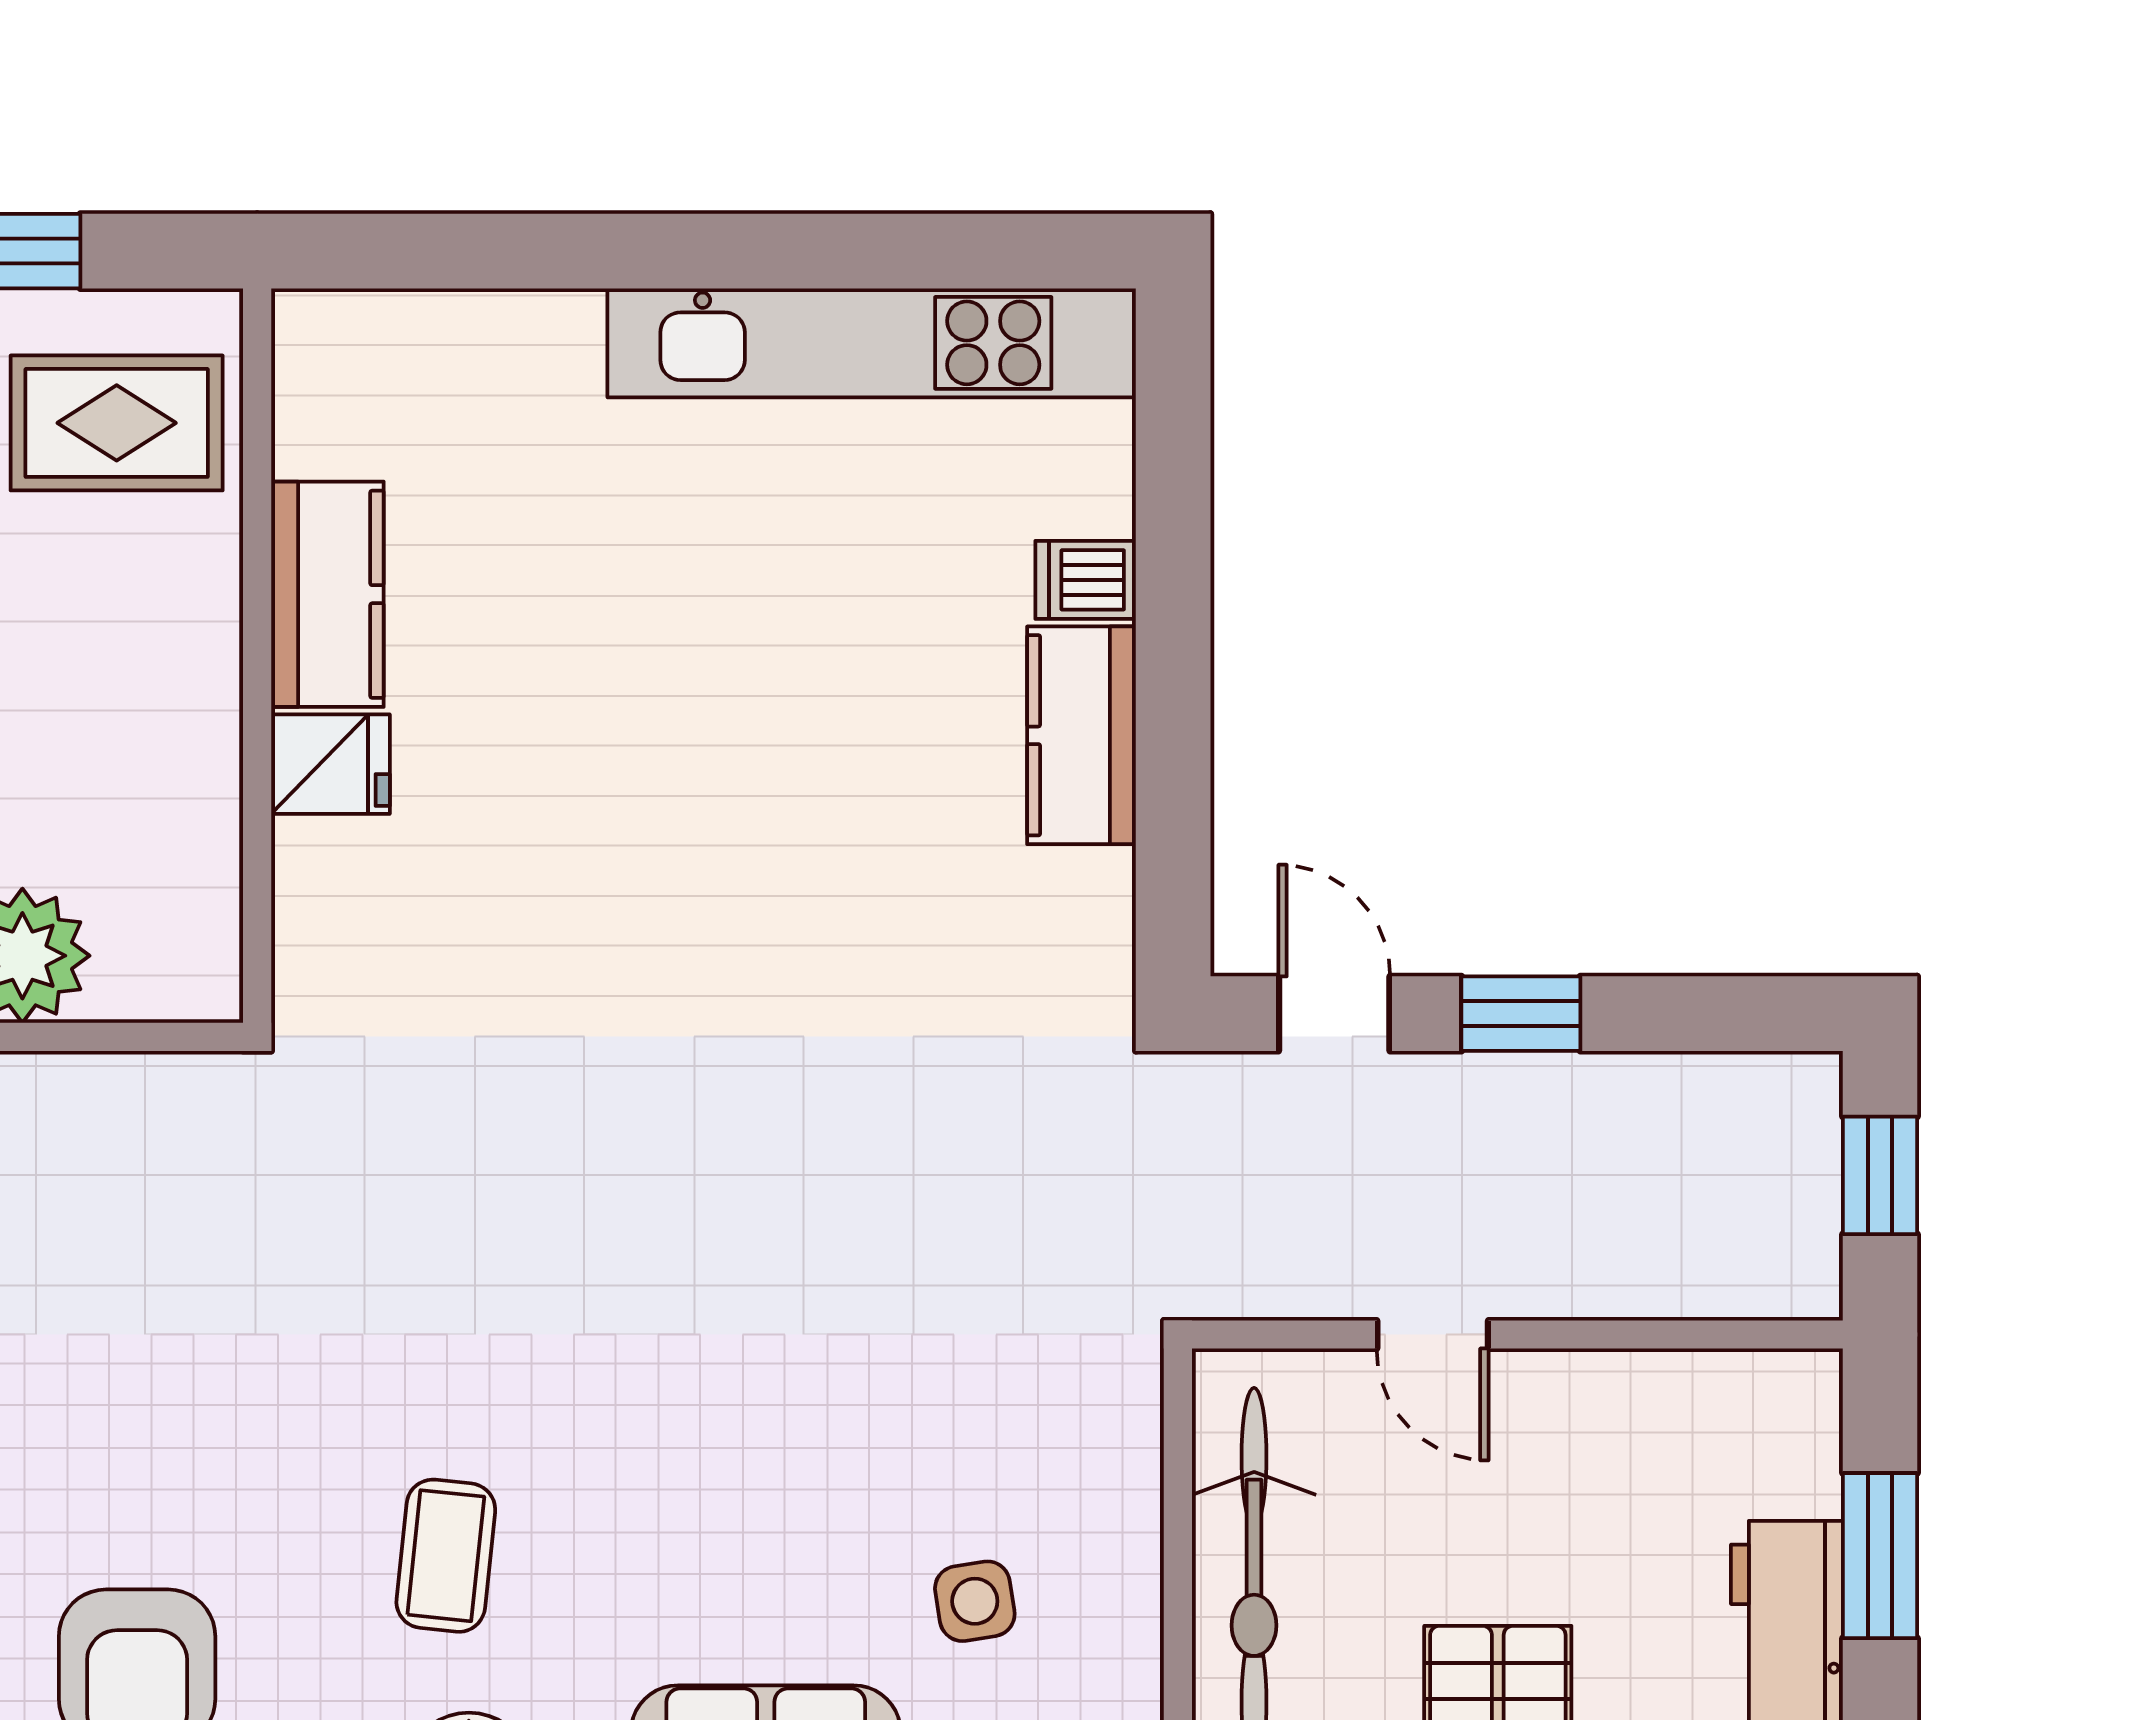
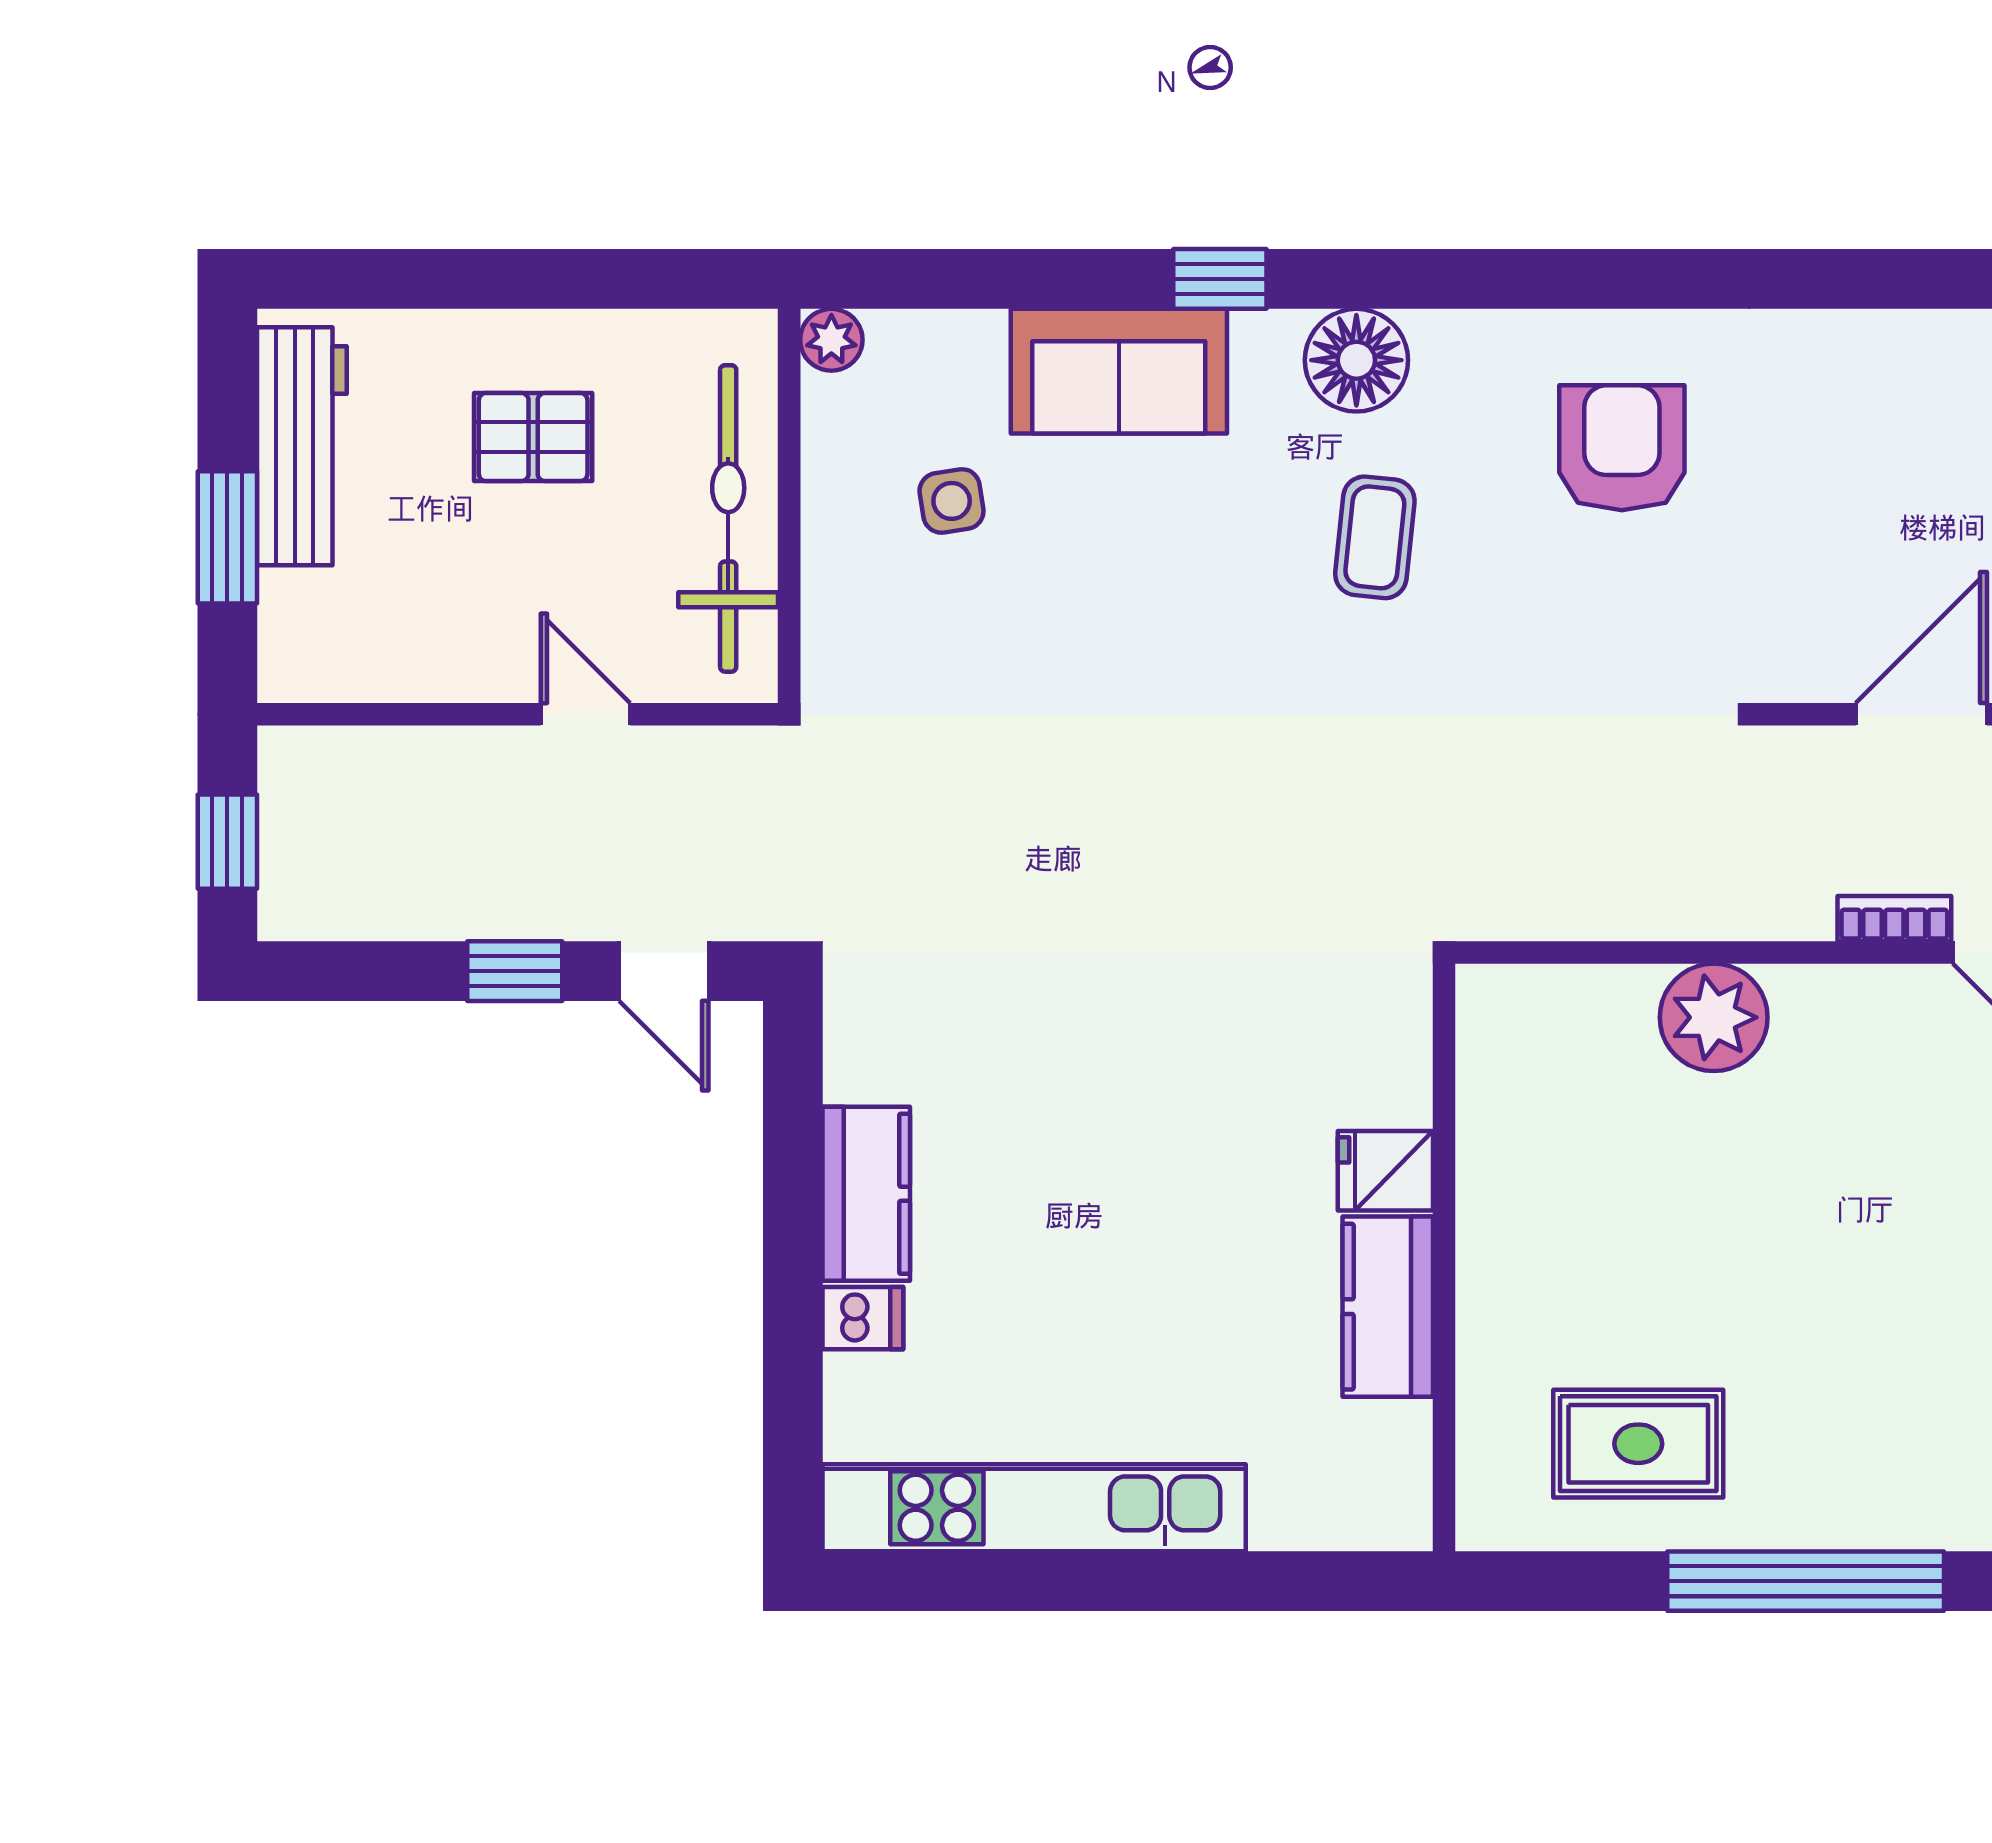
kitchen counter: (327, 594) -> (1388, 1307), moved
wall: (257, 656) -> (1444, 1258), moved
fridge: (330, 764) -> (1385, 1171), moved

